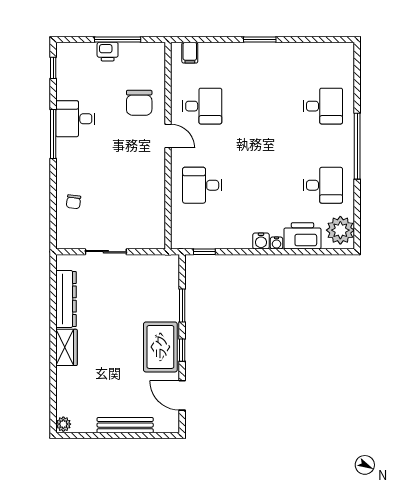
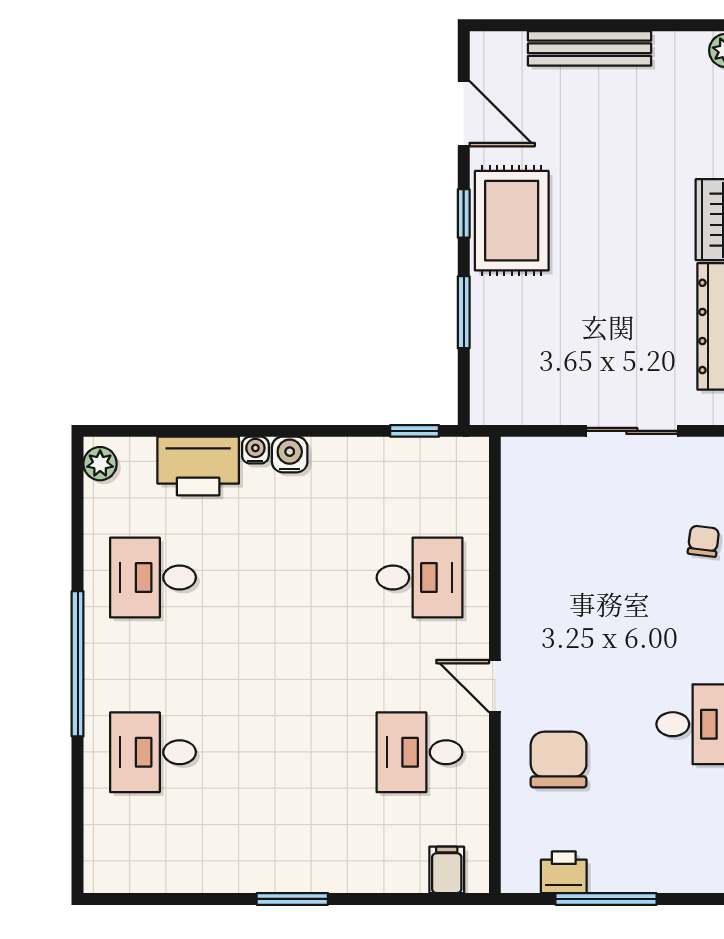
printer: (108, 52) -> (564, 872), moved
plant: (340, 230) -> (100, 464), width x0.53, depth x0.53

